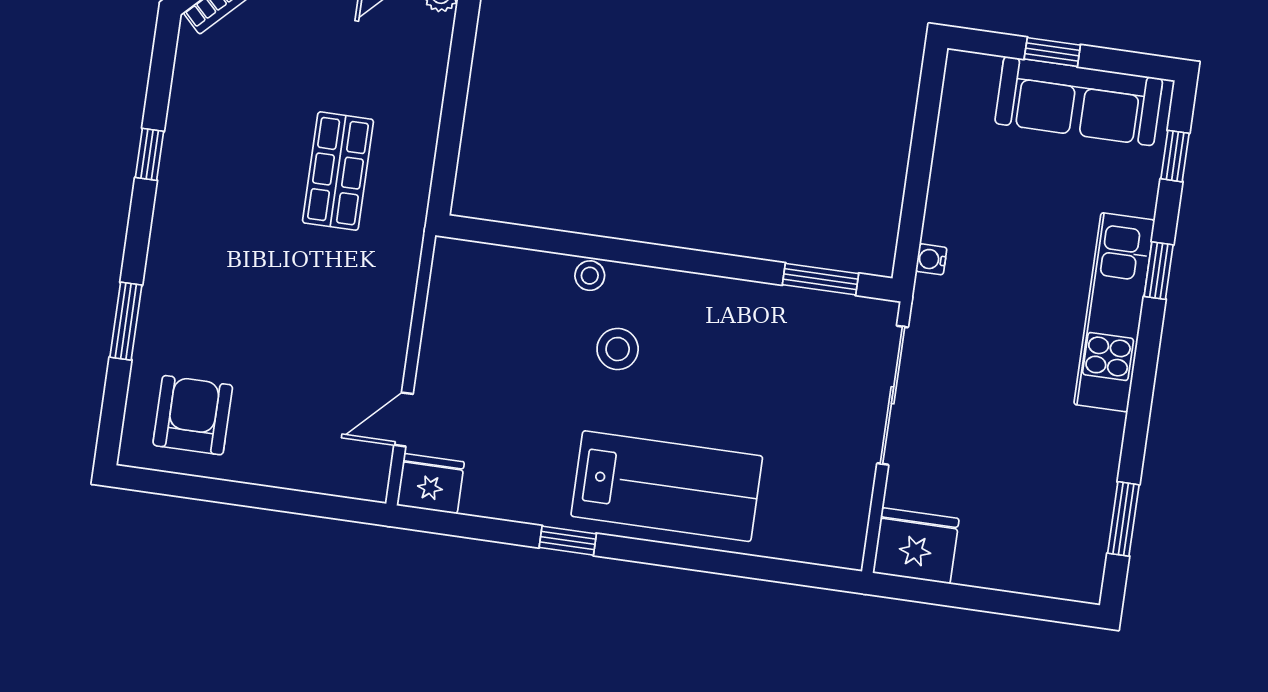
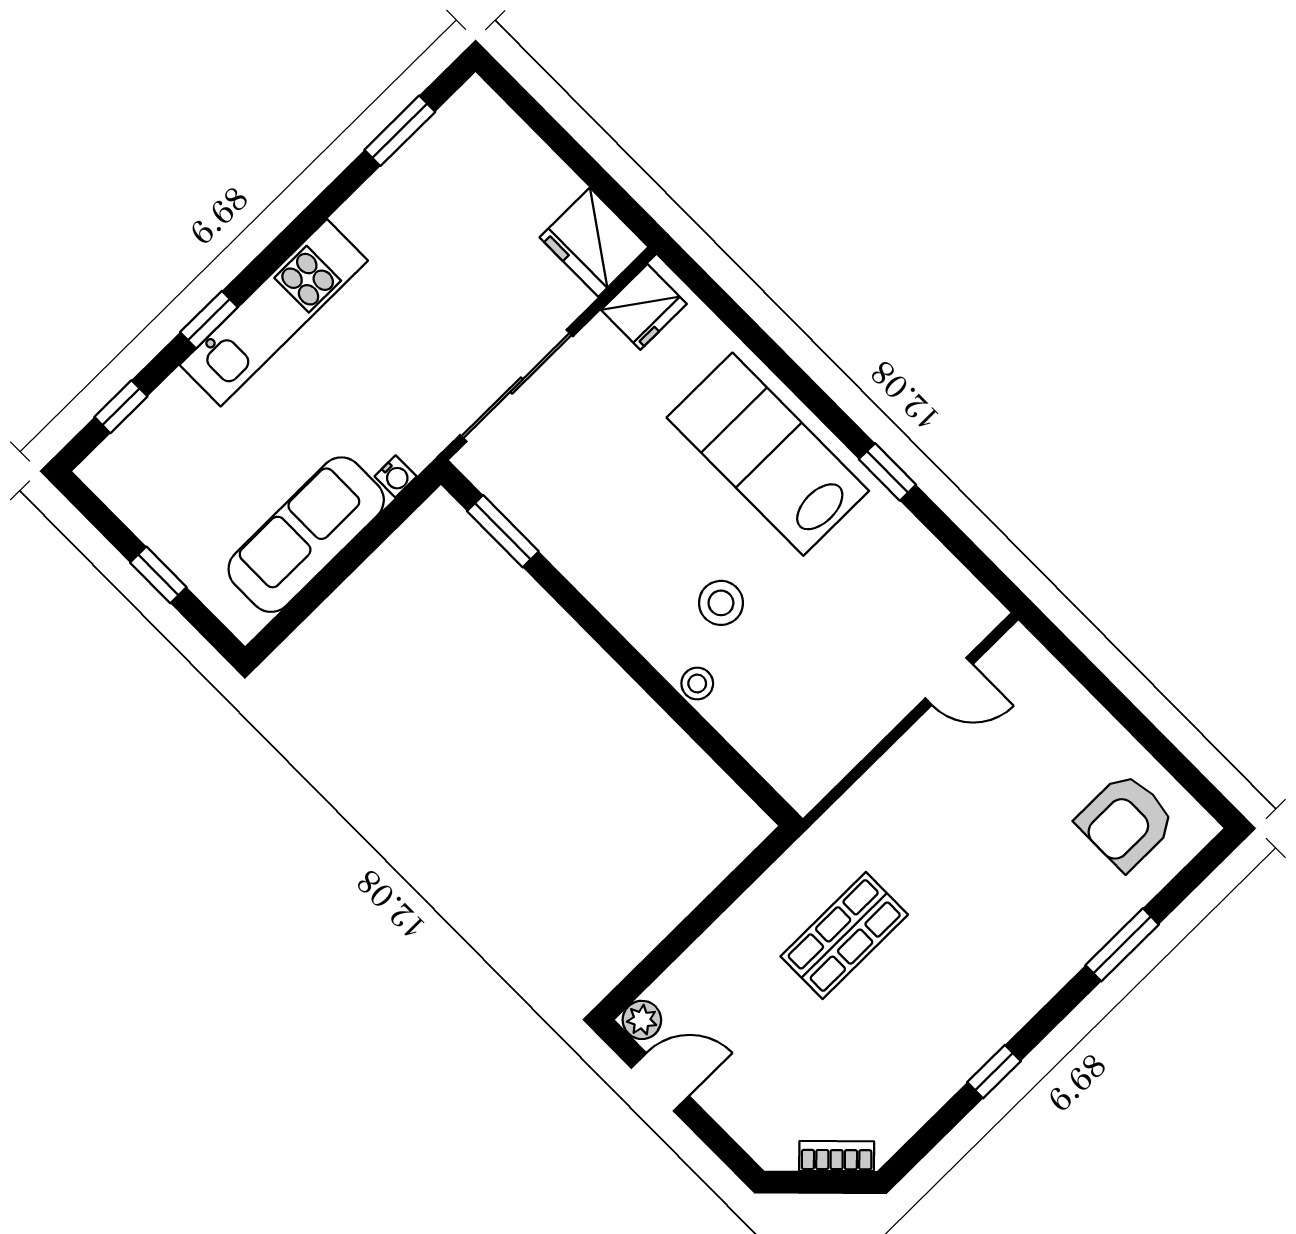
sofa: (1079, 101) -> (306, 535), moved, turned -90
fridge: (431, 484) -> (644, 307), moved, turned -90

